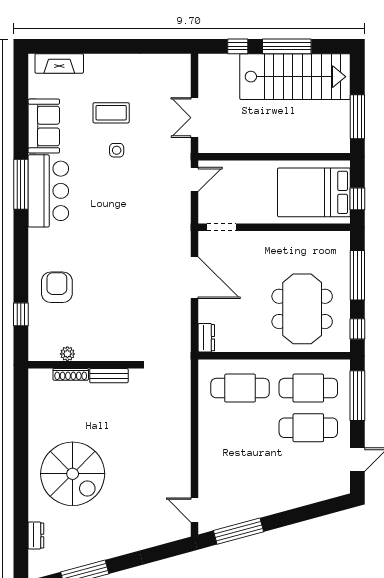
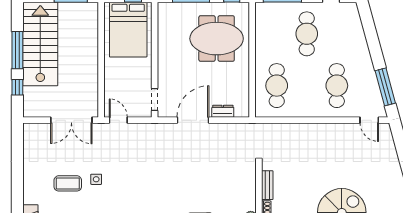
coffee table: (111, 113) -> (68, 183), turned 90
double door: (195, 118) -> (71, 120), width x1.37
dresser: (206, 338) -> (223, 111), moved
cafe table: (308, 388) -> (337, 86), moved
door: (195, 510) -> (369, 120), hinge flipped

